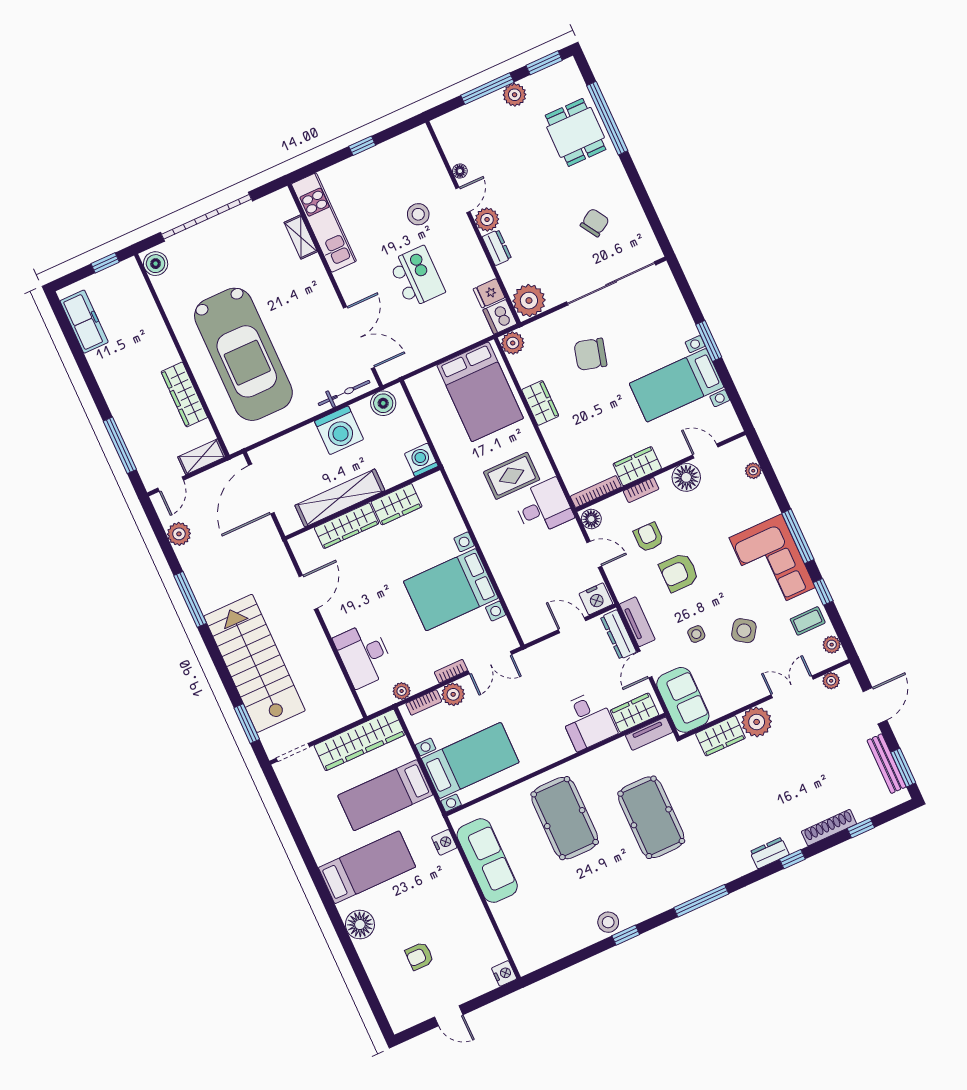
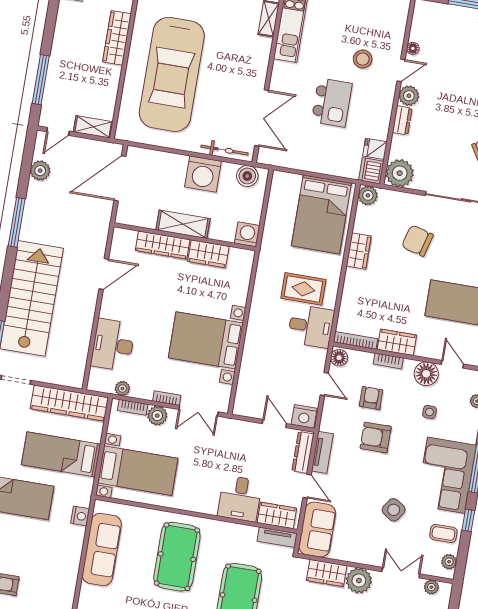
wardrobe: (184, 394) -> (117, 38), moved
shelving: (340, 498) -> (183, 224), width x0.68
side table: (696, 634) -> (430, 412), moved
door: (644, 665) -> (307, 486), swing flipped

